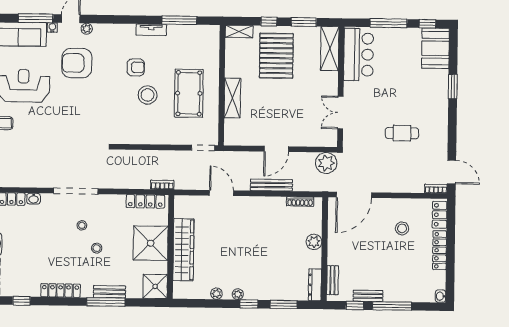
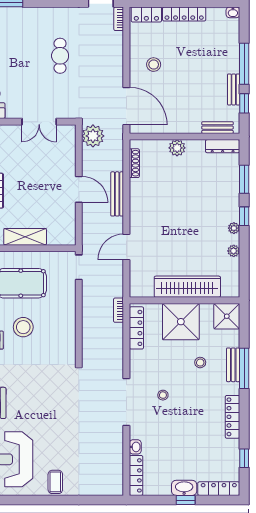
stool: (402, 228) -> (154, 65), moved
stool: (97, 248) -> (200, 363), moved

